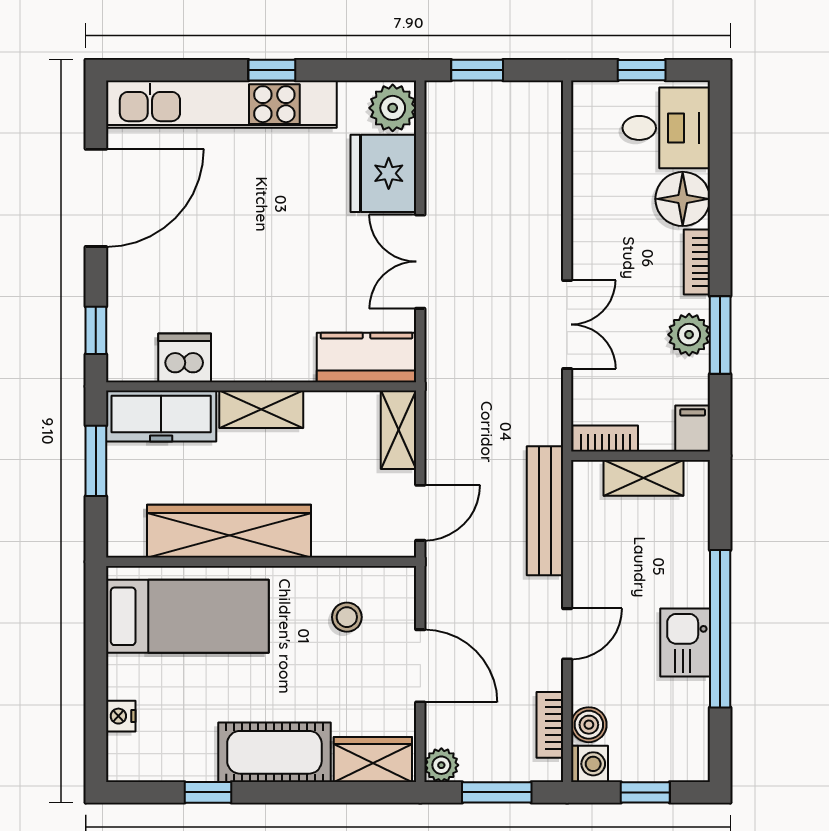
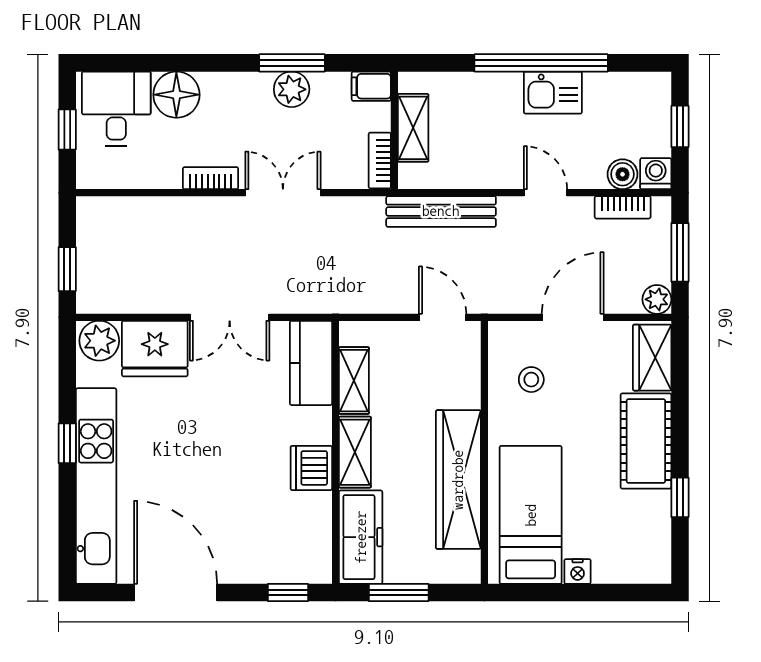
bookcase: (697, 262) -> (211, 178), moved, turned 180
dishwasher: (185, 358) -> (311, 468), moved
shelving: (398, 430) -> (354, 381), moved, turned 90
nightstand: (121, 716) -> (578, 571), moved

